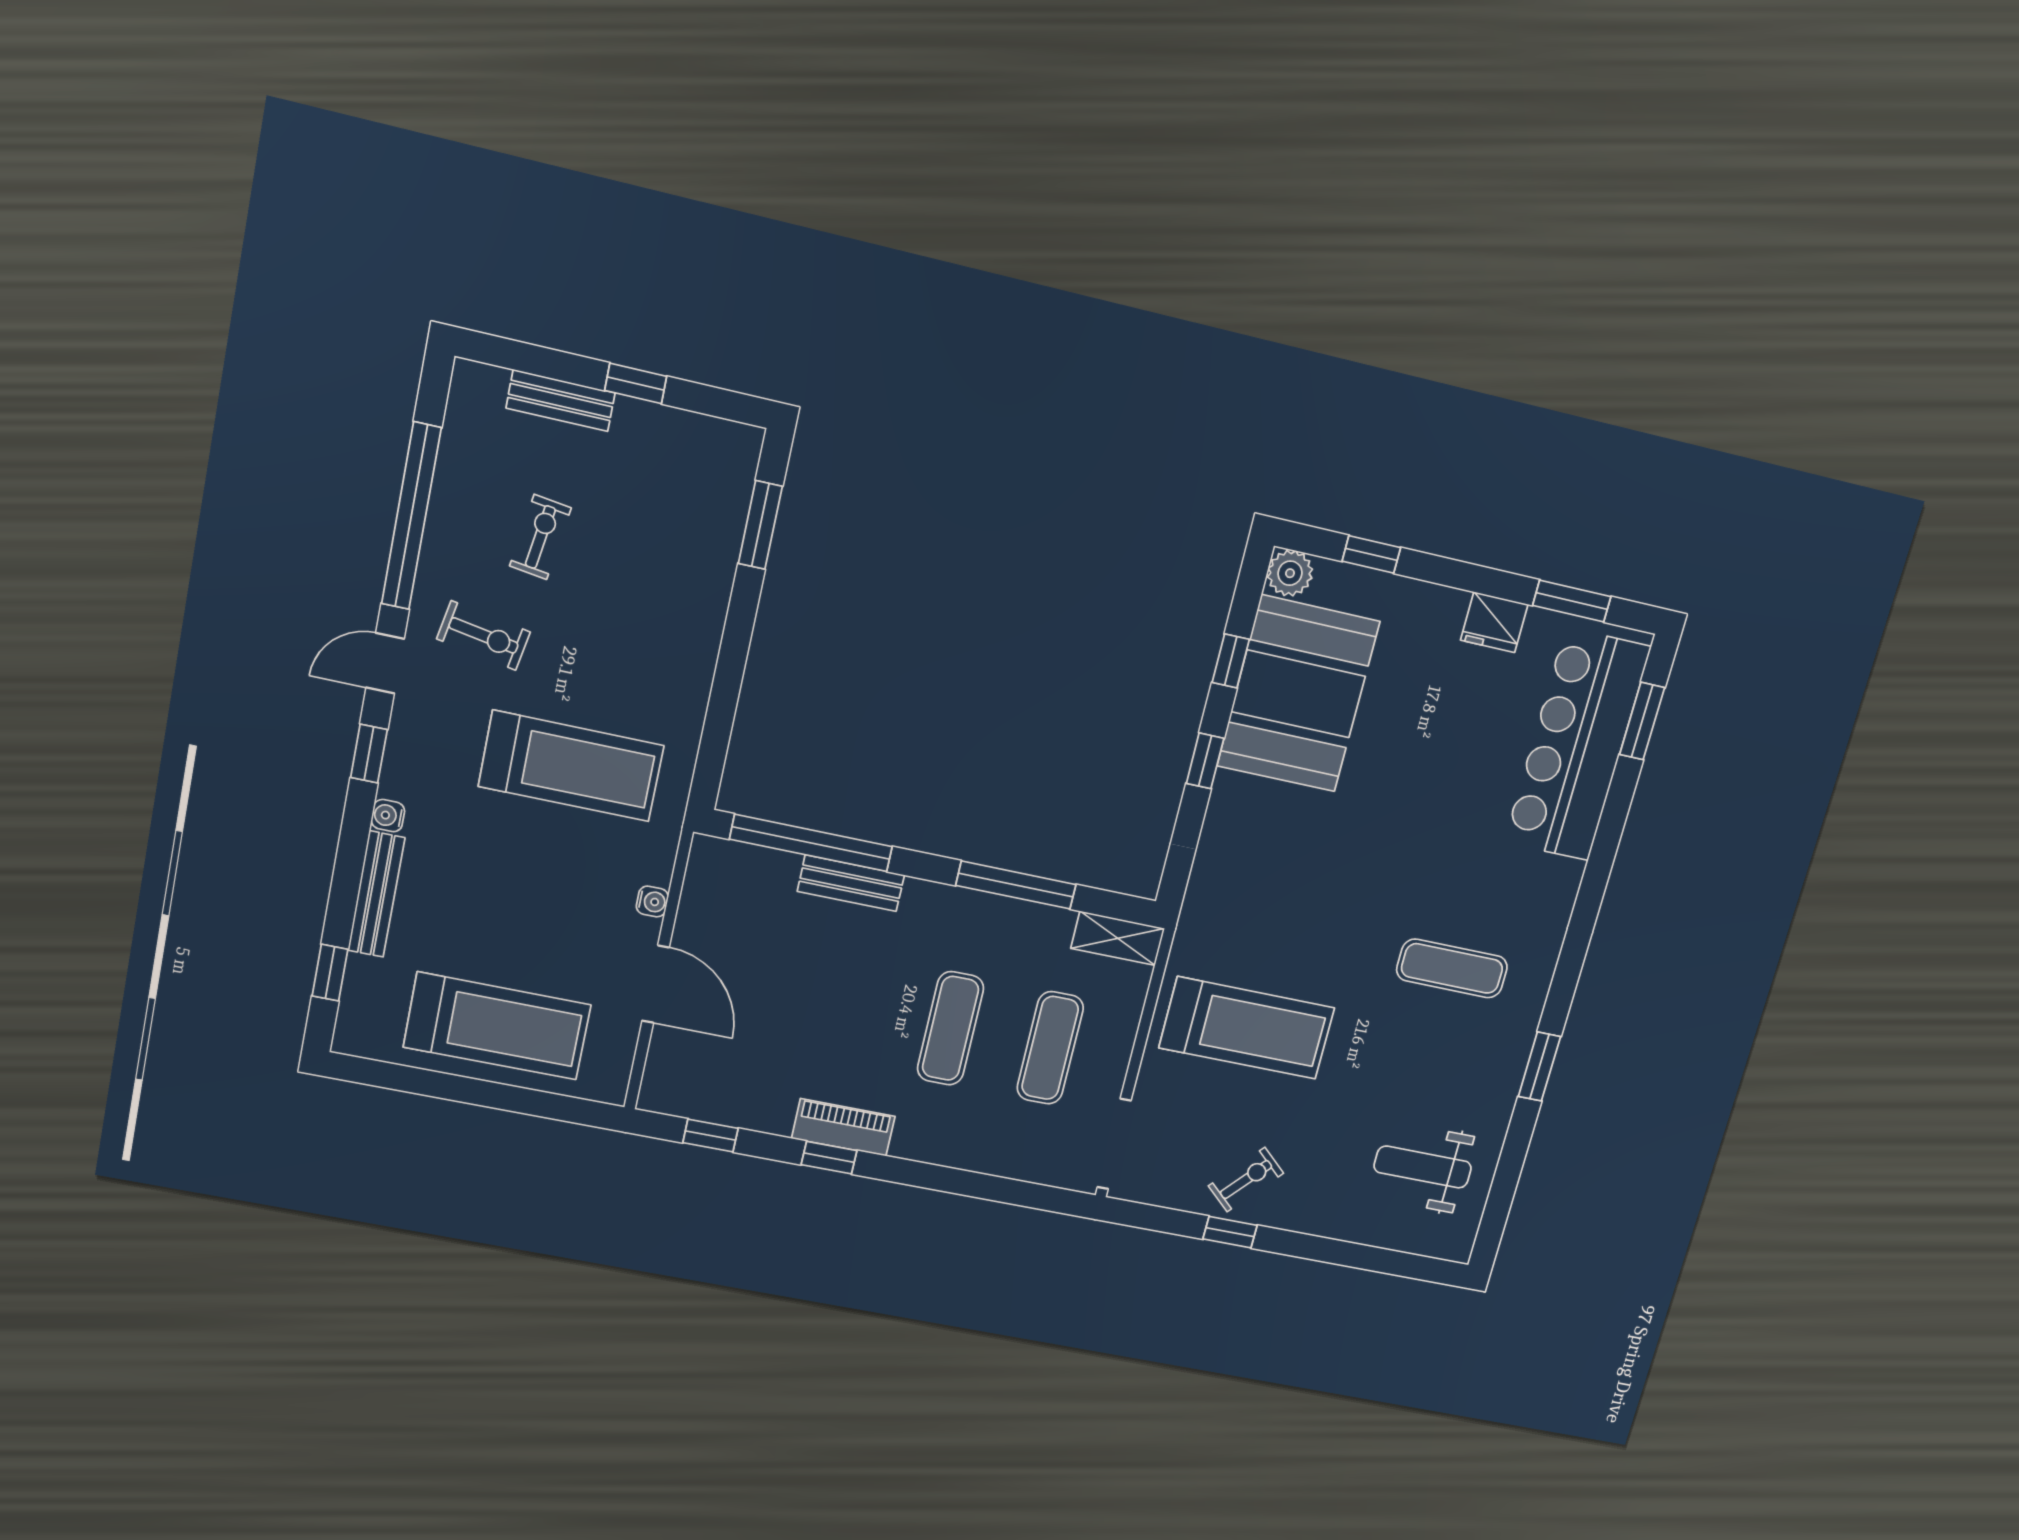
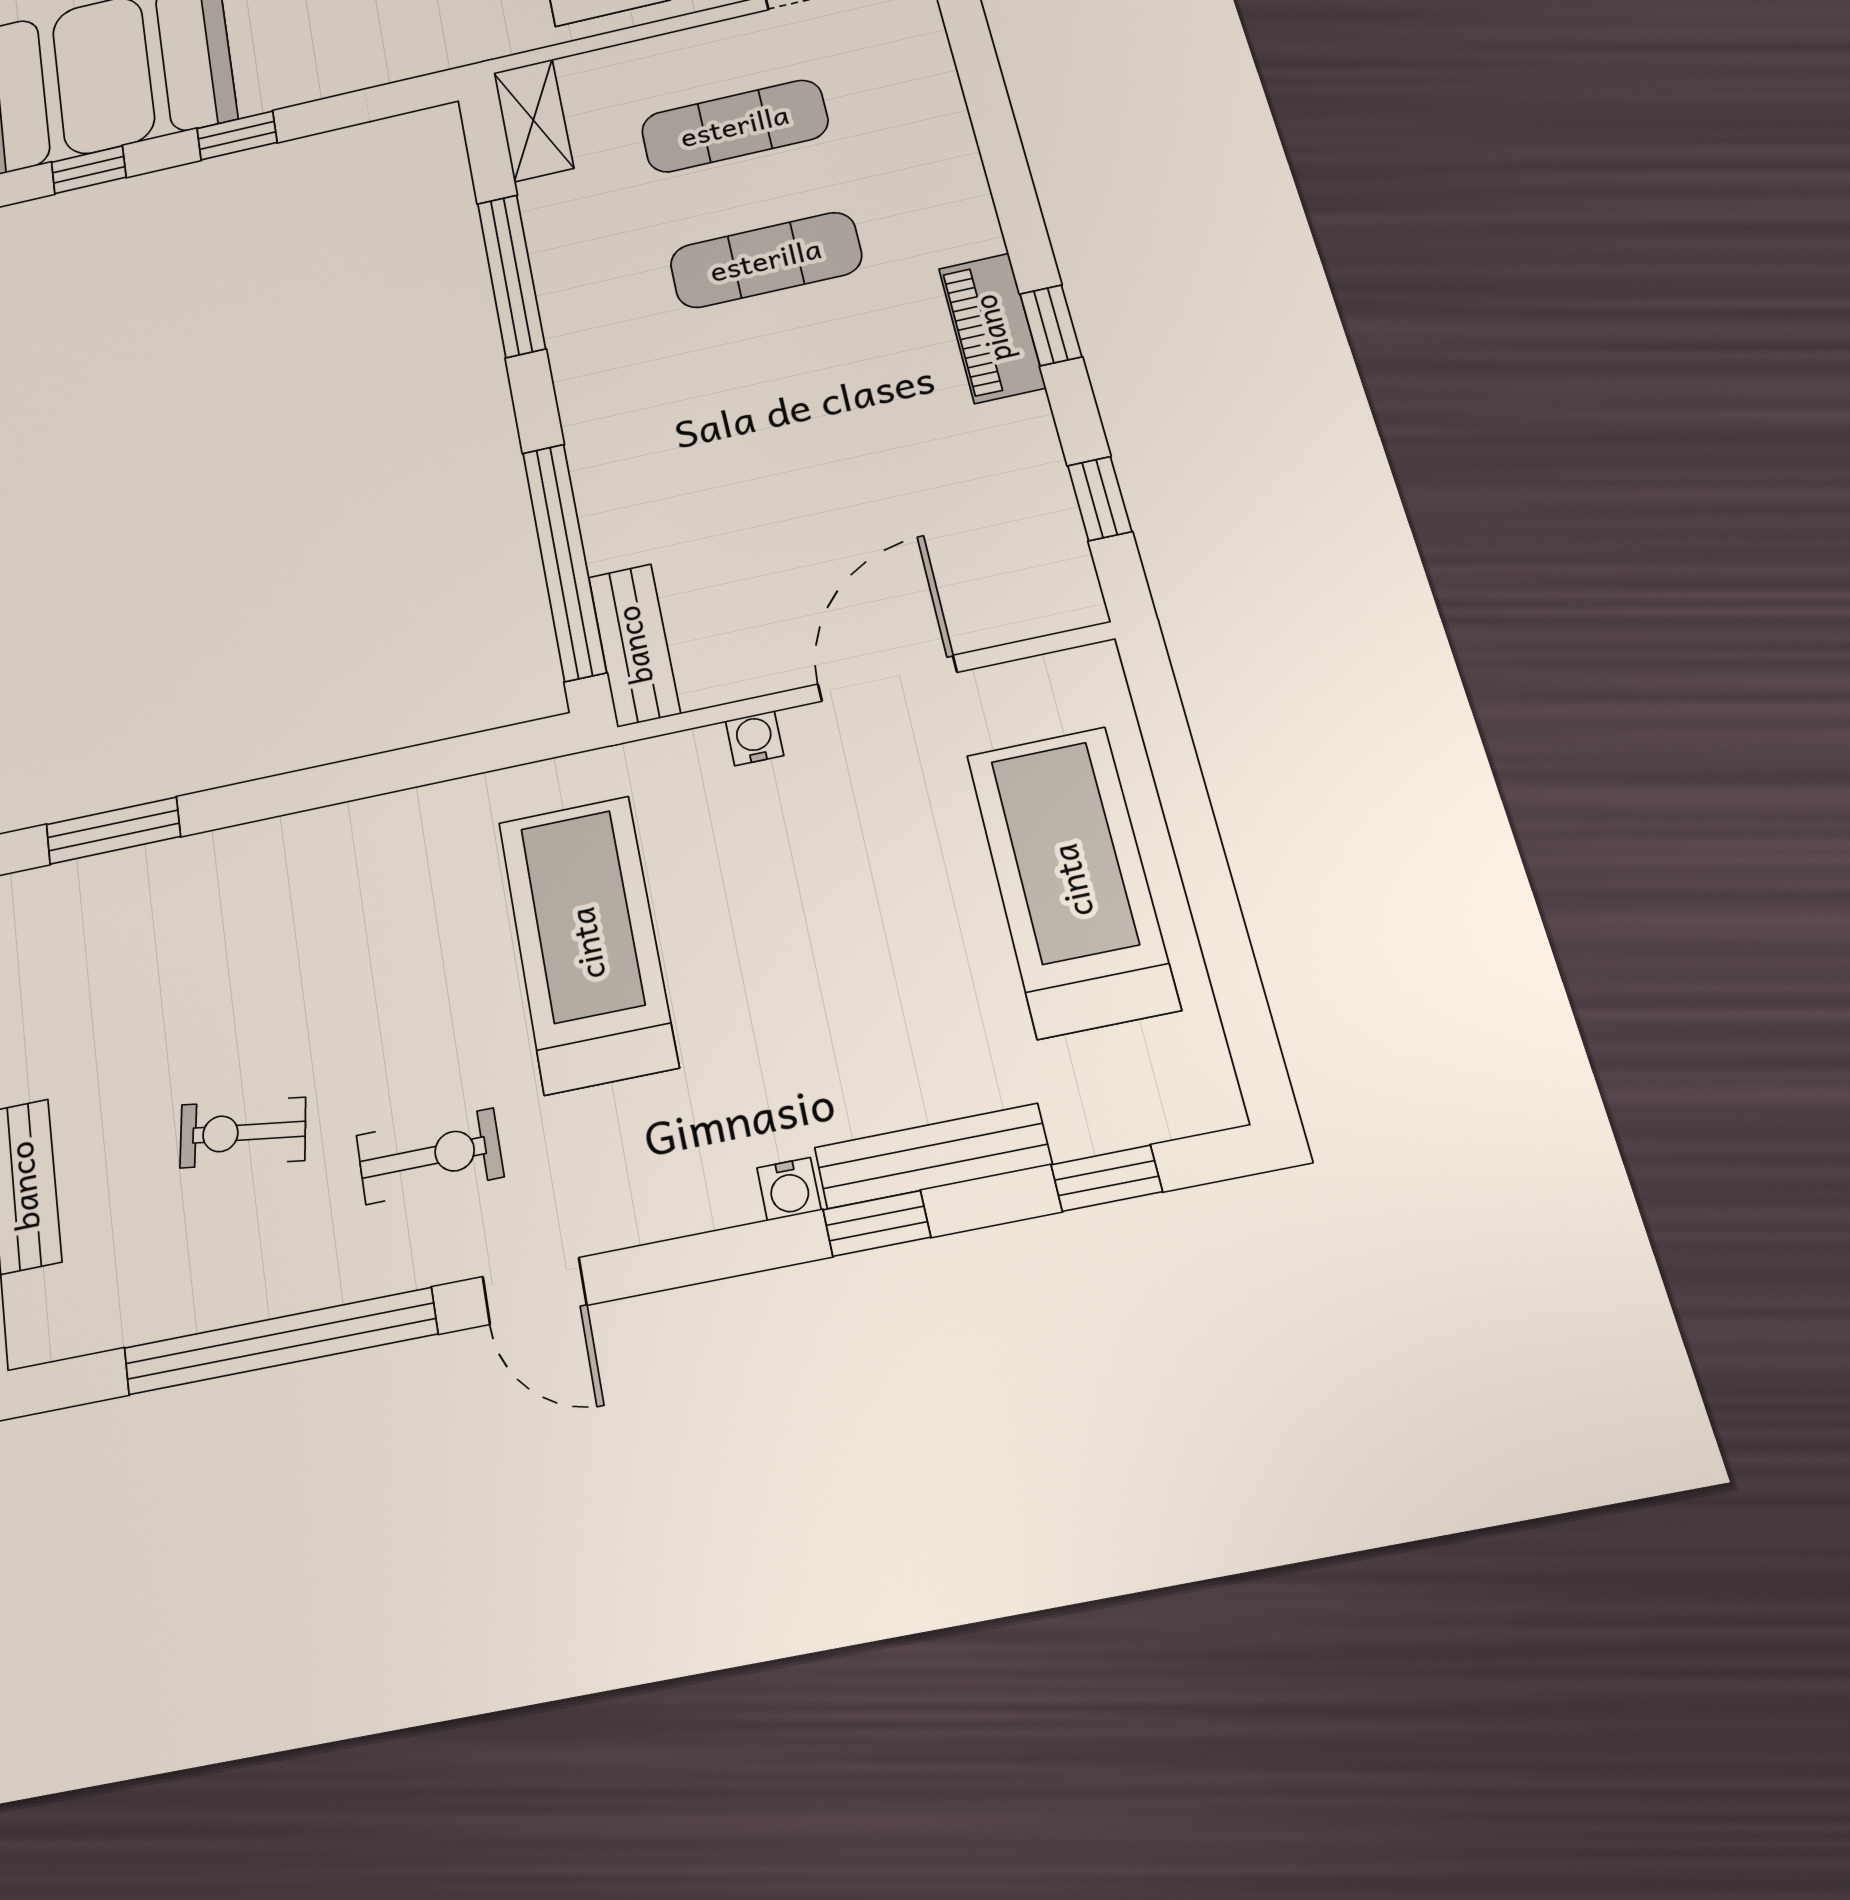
exercise bike: (484, 635) -> (430, 1156), turned 80
window: (369, 754) -> (877, 1223), moved
bench: (851, 883) -> (634, 645), moved

